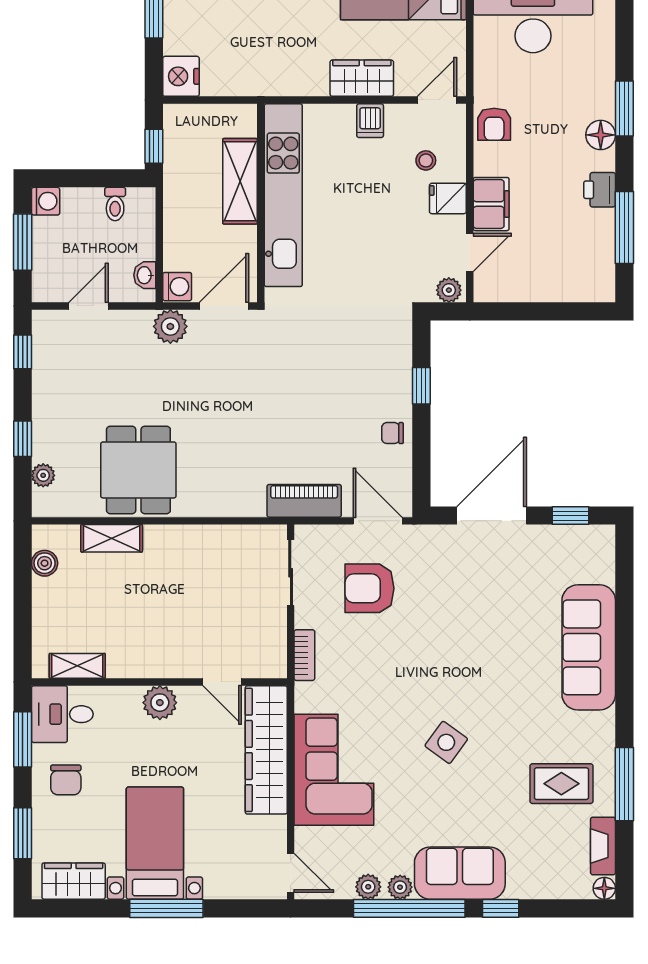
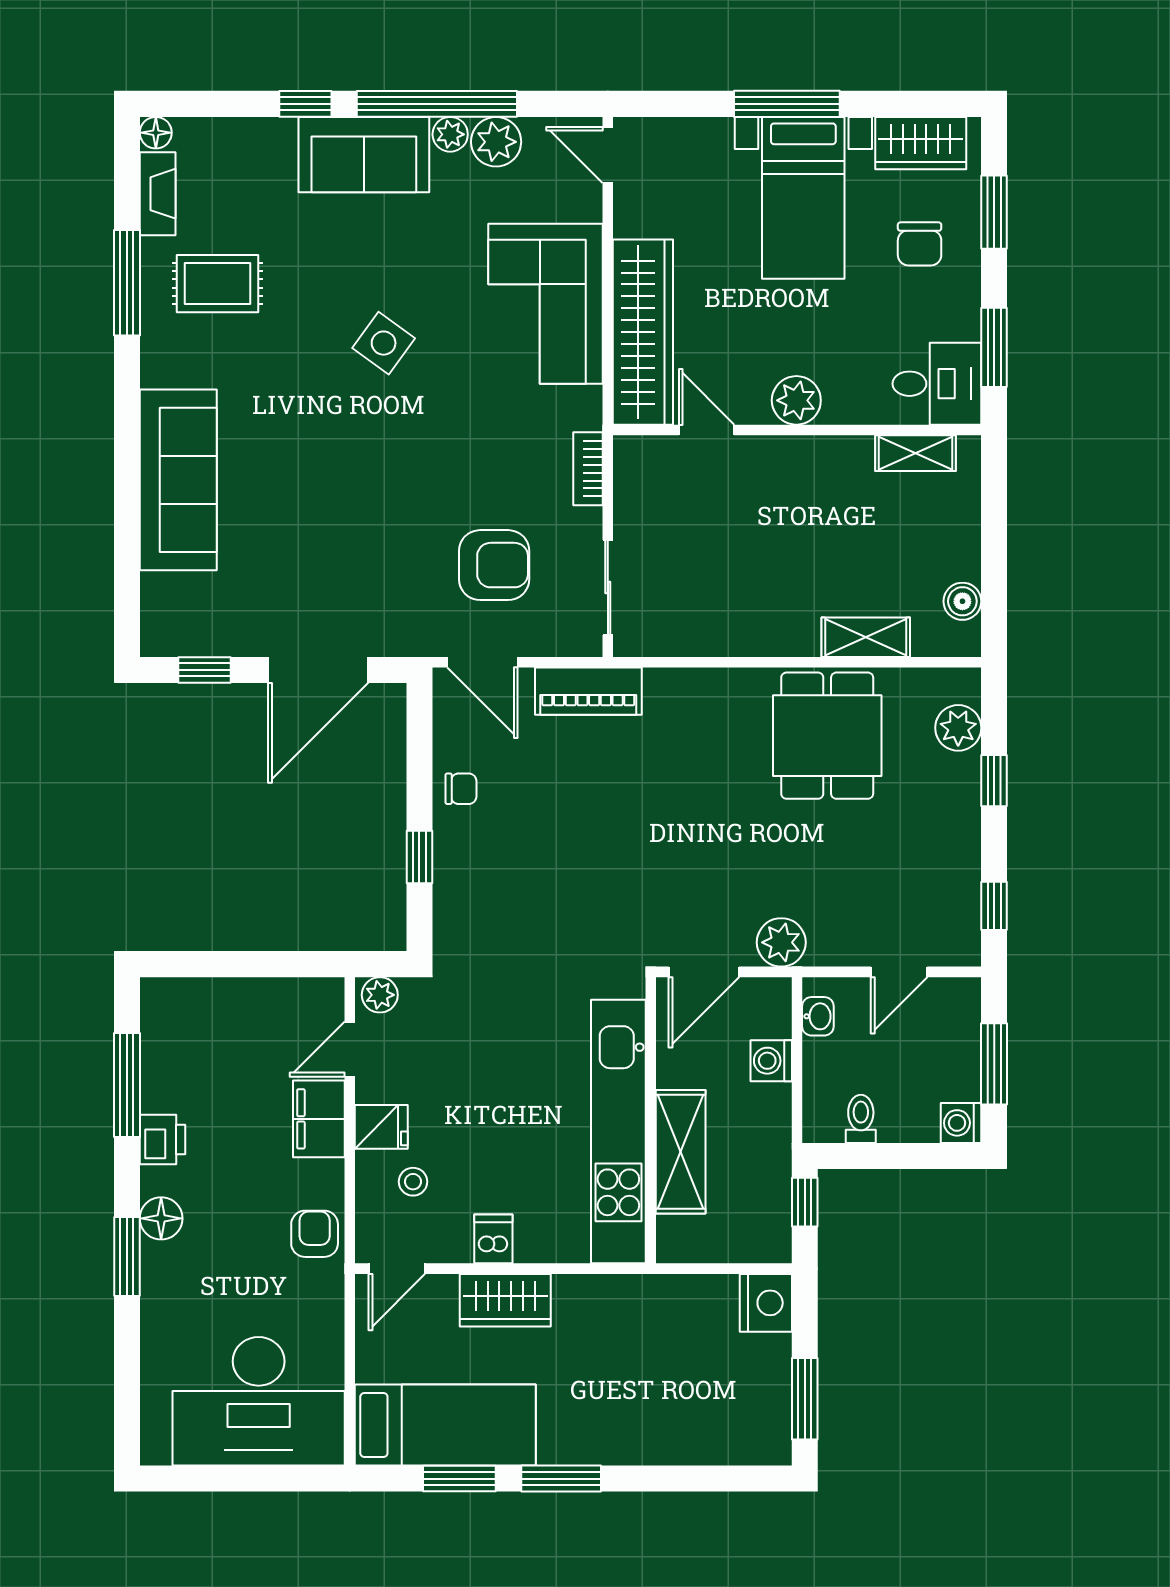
washing machine: (177, 287) -> (771, 1061), moved
plant: (43, 475) -> (958, 728), width x1.38, depth x1.38
chair: (66, 780) -> (920, 244), moved, turned 180
plant: (368, 887) -> (496, 142), width x1.38, depth x1.38

